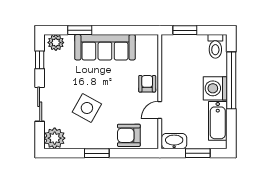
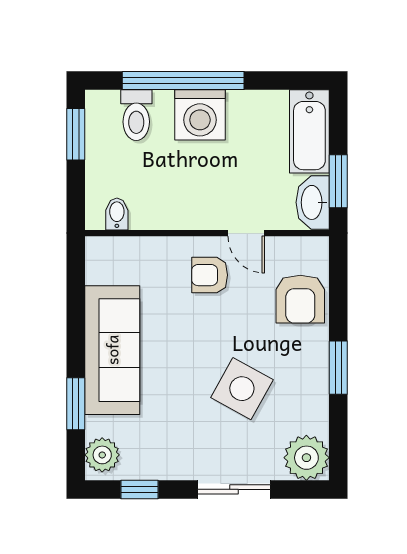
window: (185, 30) -> (76, 134), moved
toilet: (215, 46) -> (136, 115), moved, turned 90
bidet: (169, 49) -> (117, 214), added
armchair: (147, 84) -> (210, 275), moved
bathtub: (218, 121) -> (309, 131), moved, turned 90
window: (198, 153) -> (338, 181), moved

